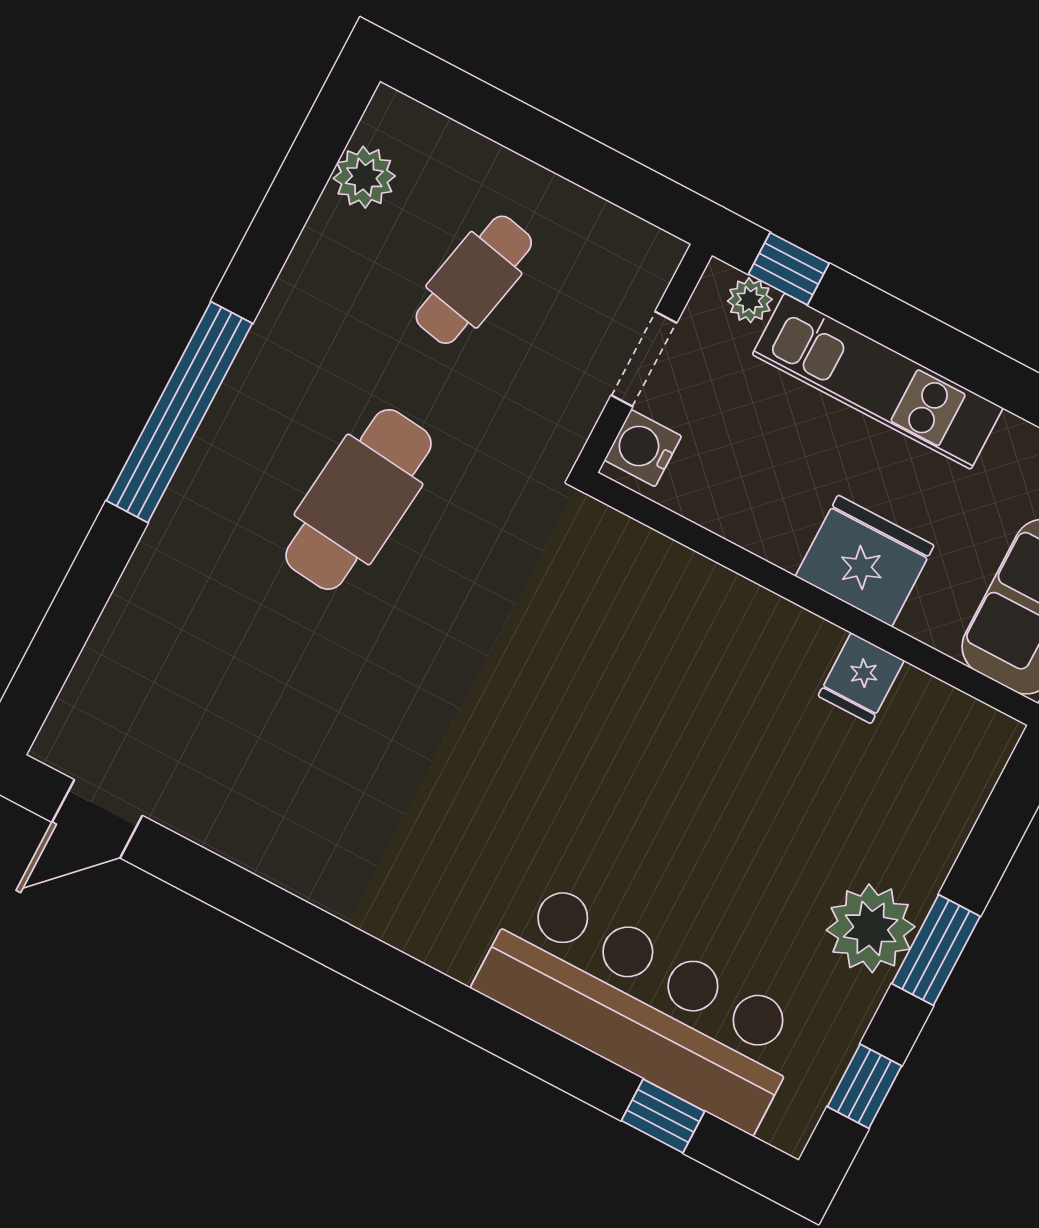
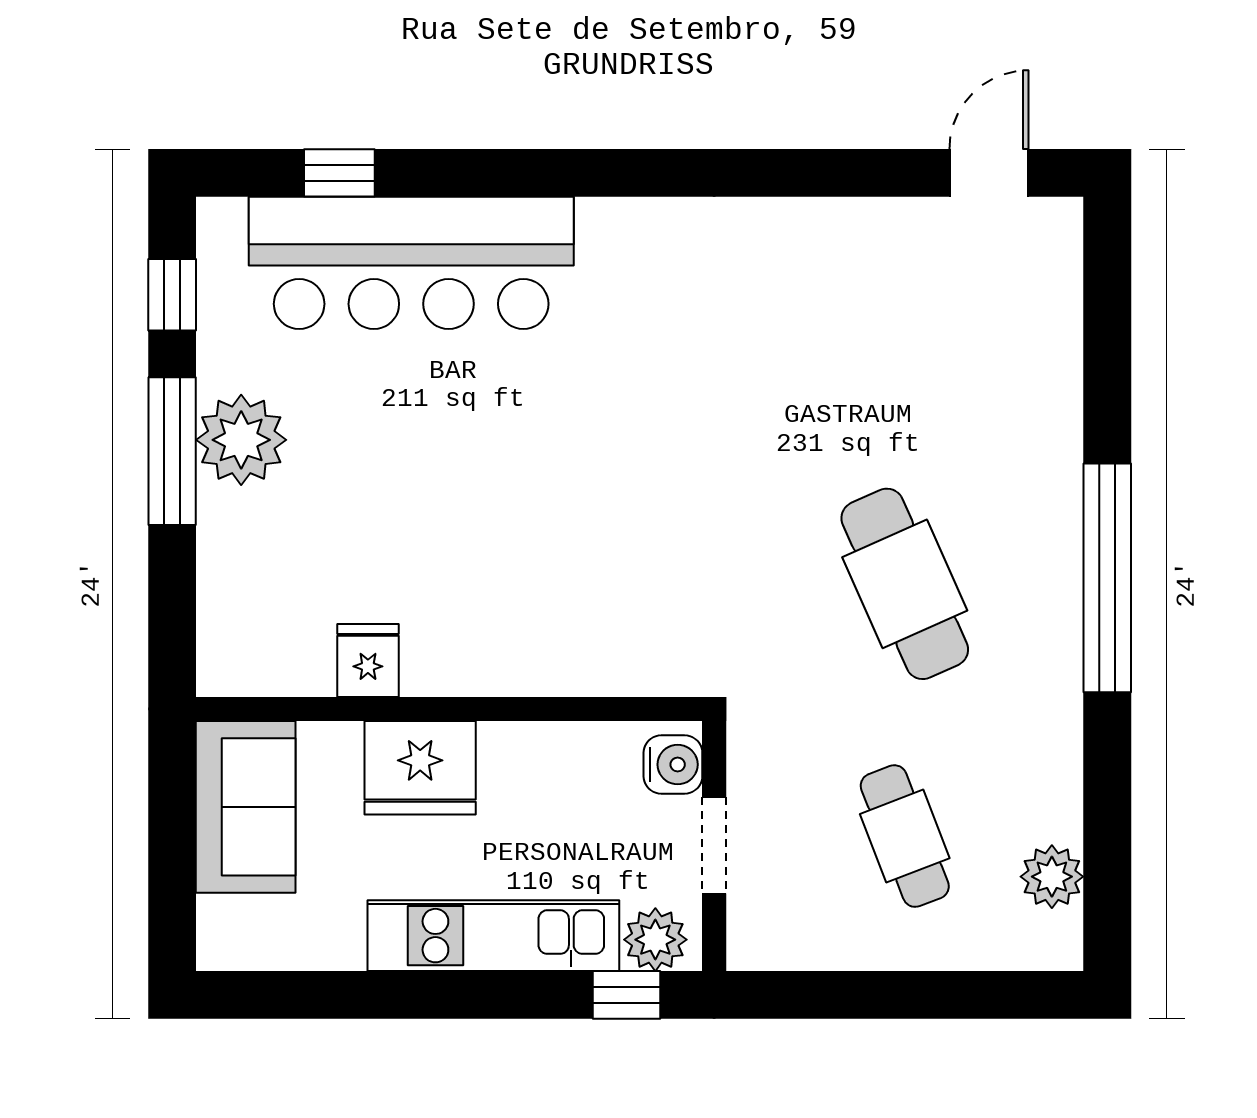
cafe table: (474, 280) -> (905, 836), turned -33
plant: (750, 300) -> (655, 940), width x1.38, depth x1.38
cafe table: (359, 499) -> (905, 584), turned -30
window: (936, 950) -> (172, 451), width x1.44

